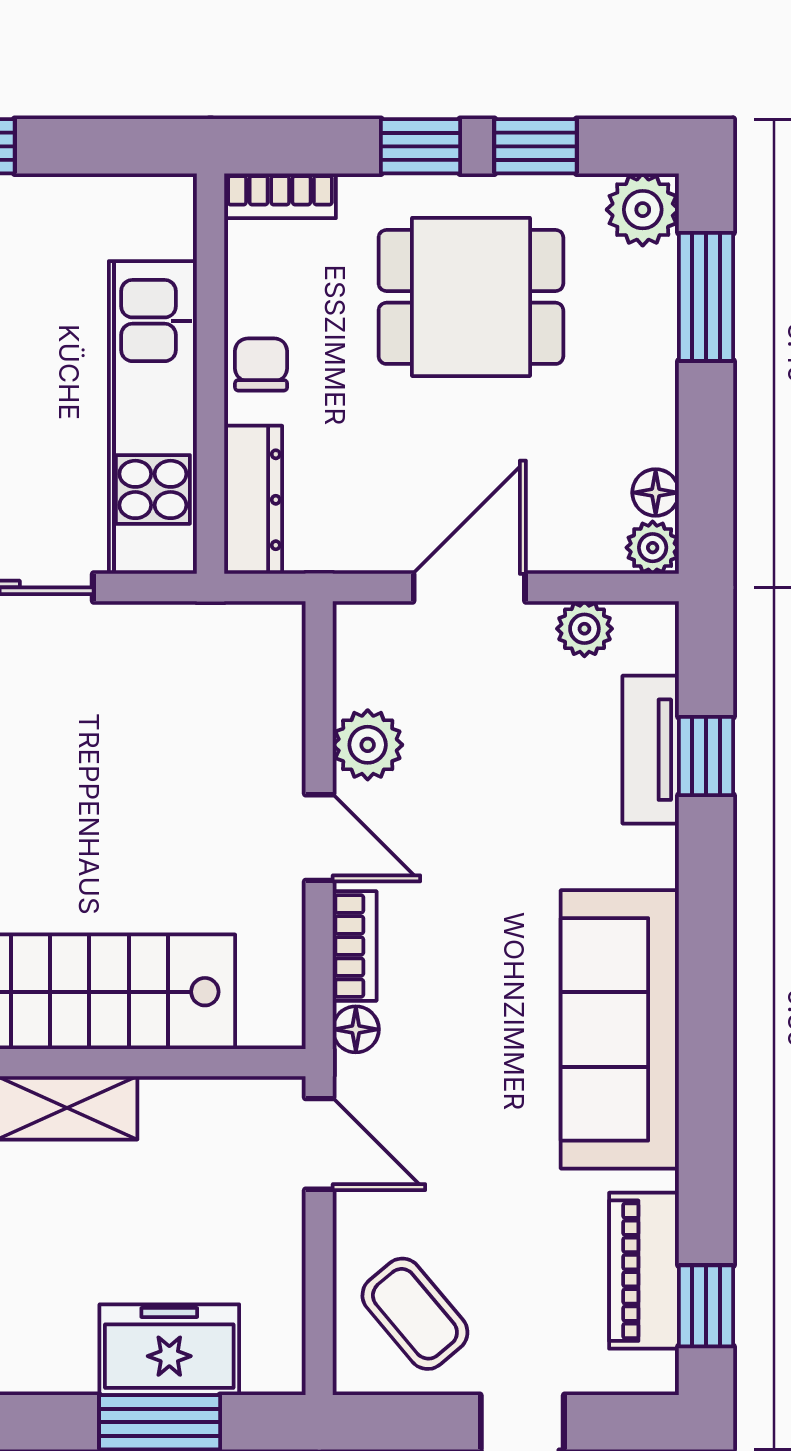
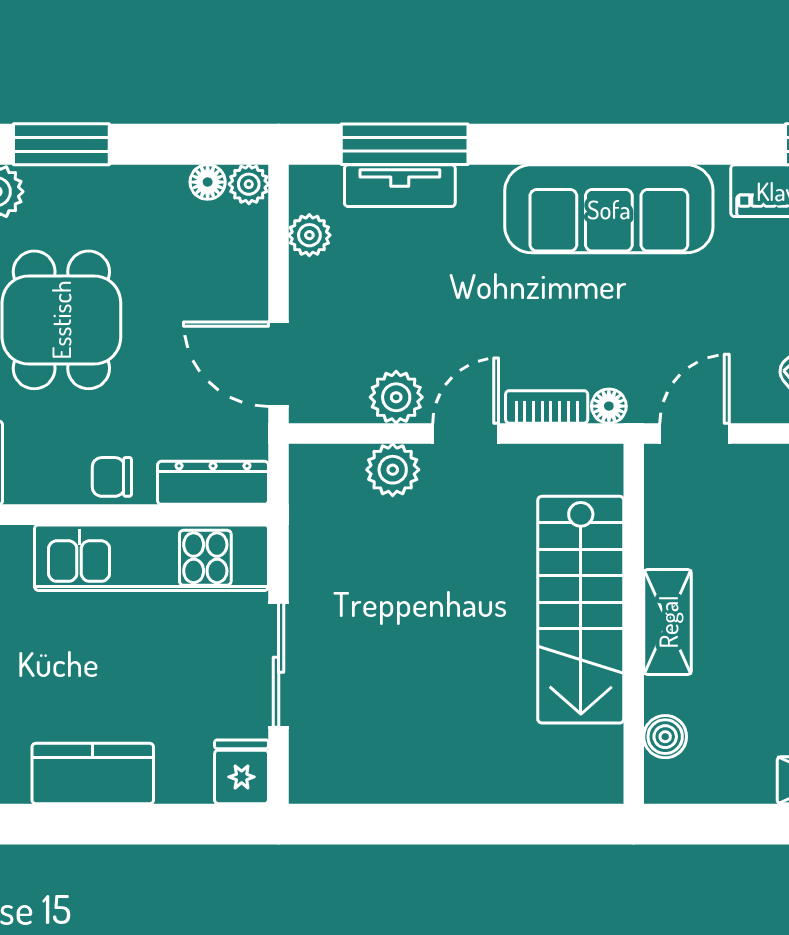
door: (469, 587) -> (279, 364), moved
plant: (271, 740) -> (393, 470), added
window: (706, 756) -> (405, 144), width x2.17

